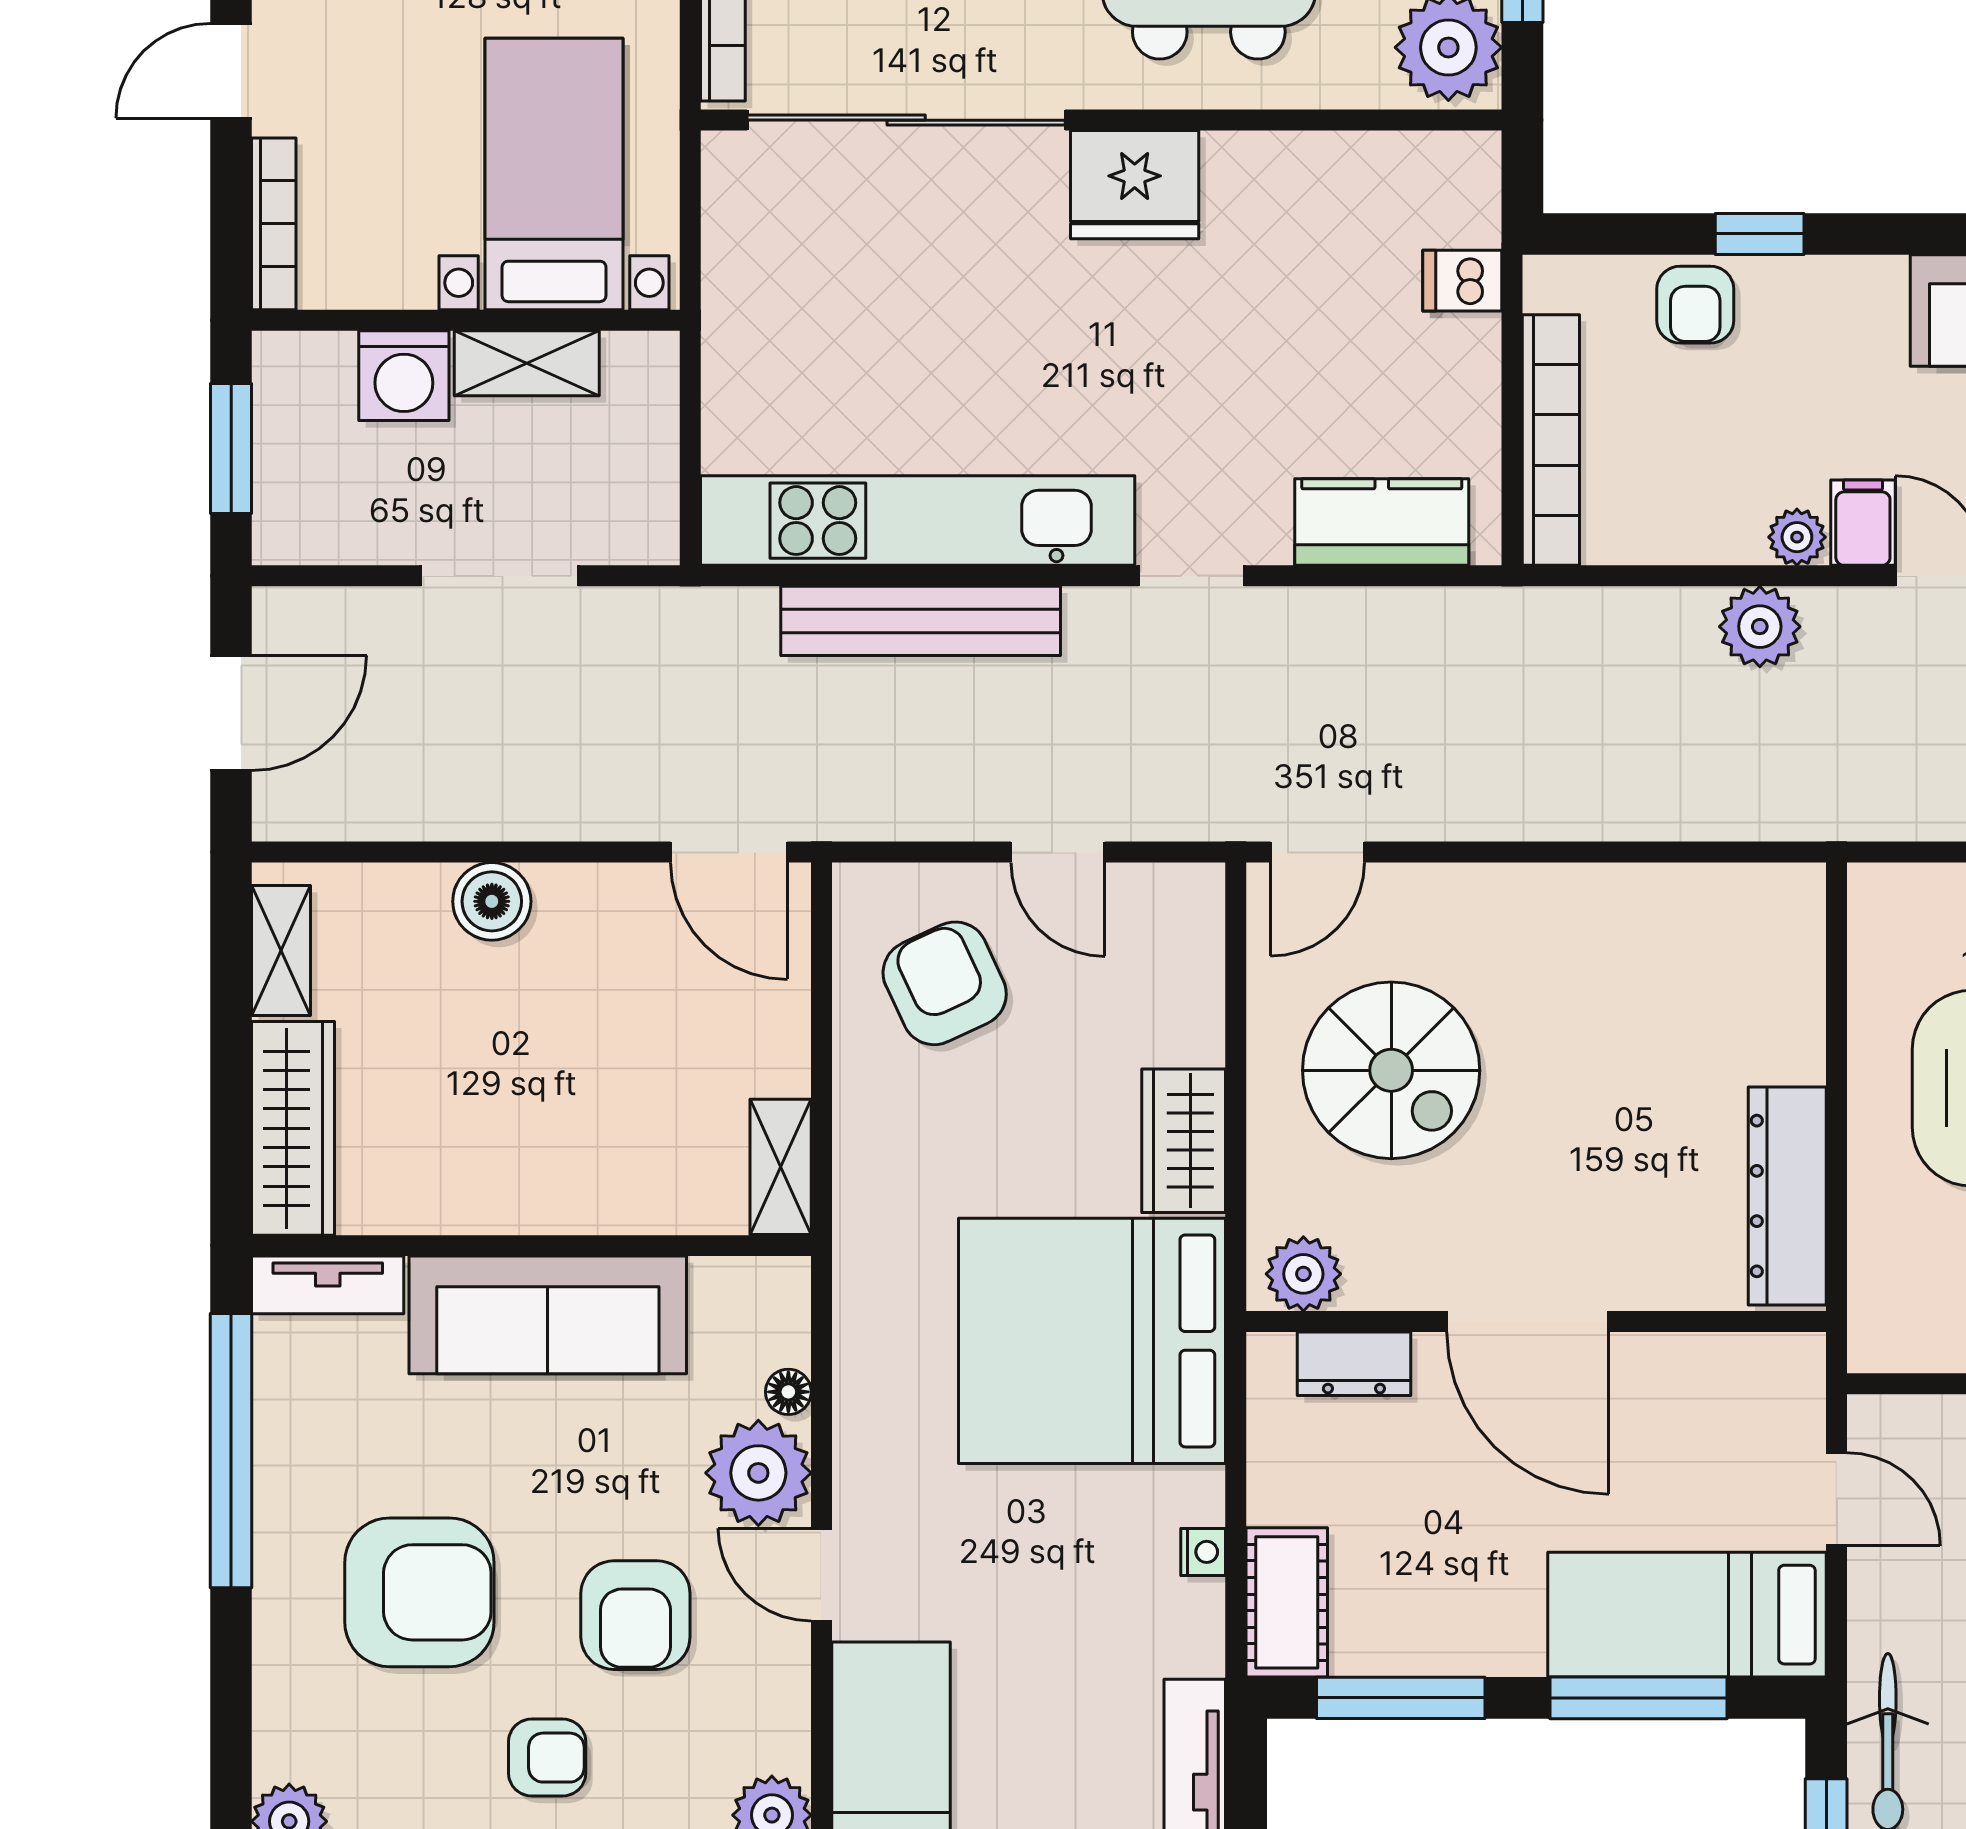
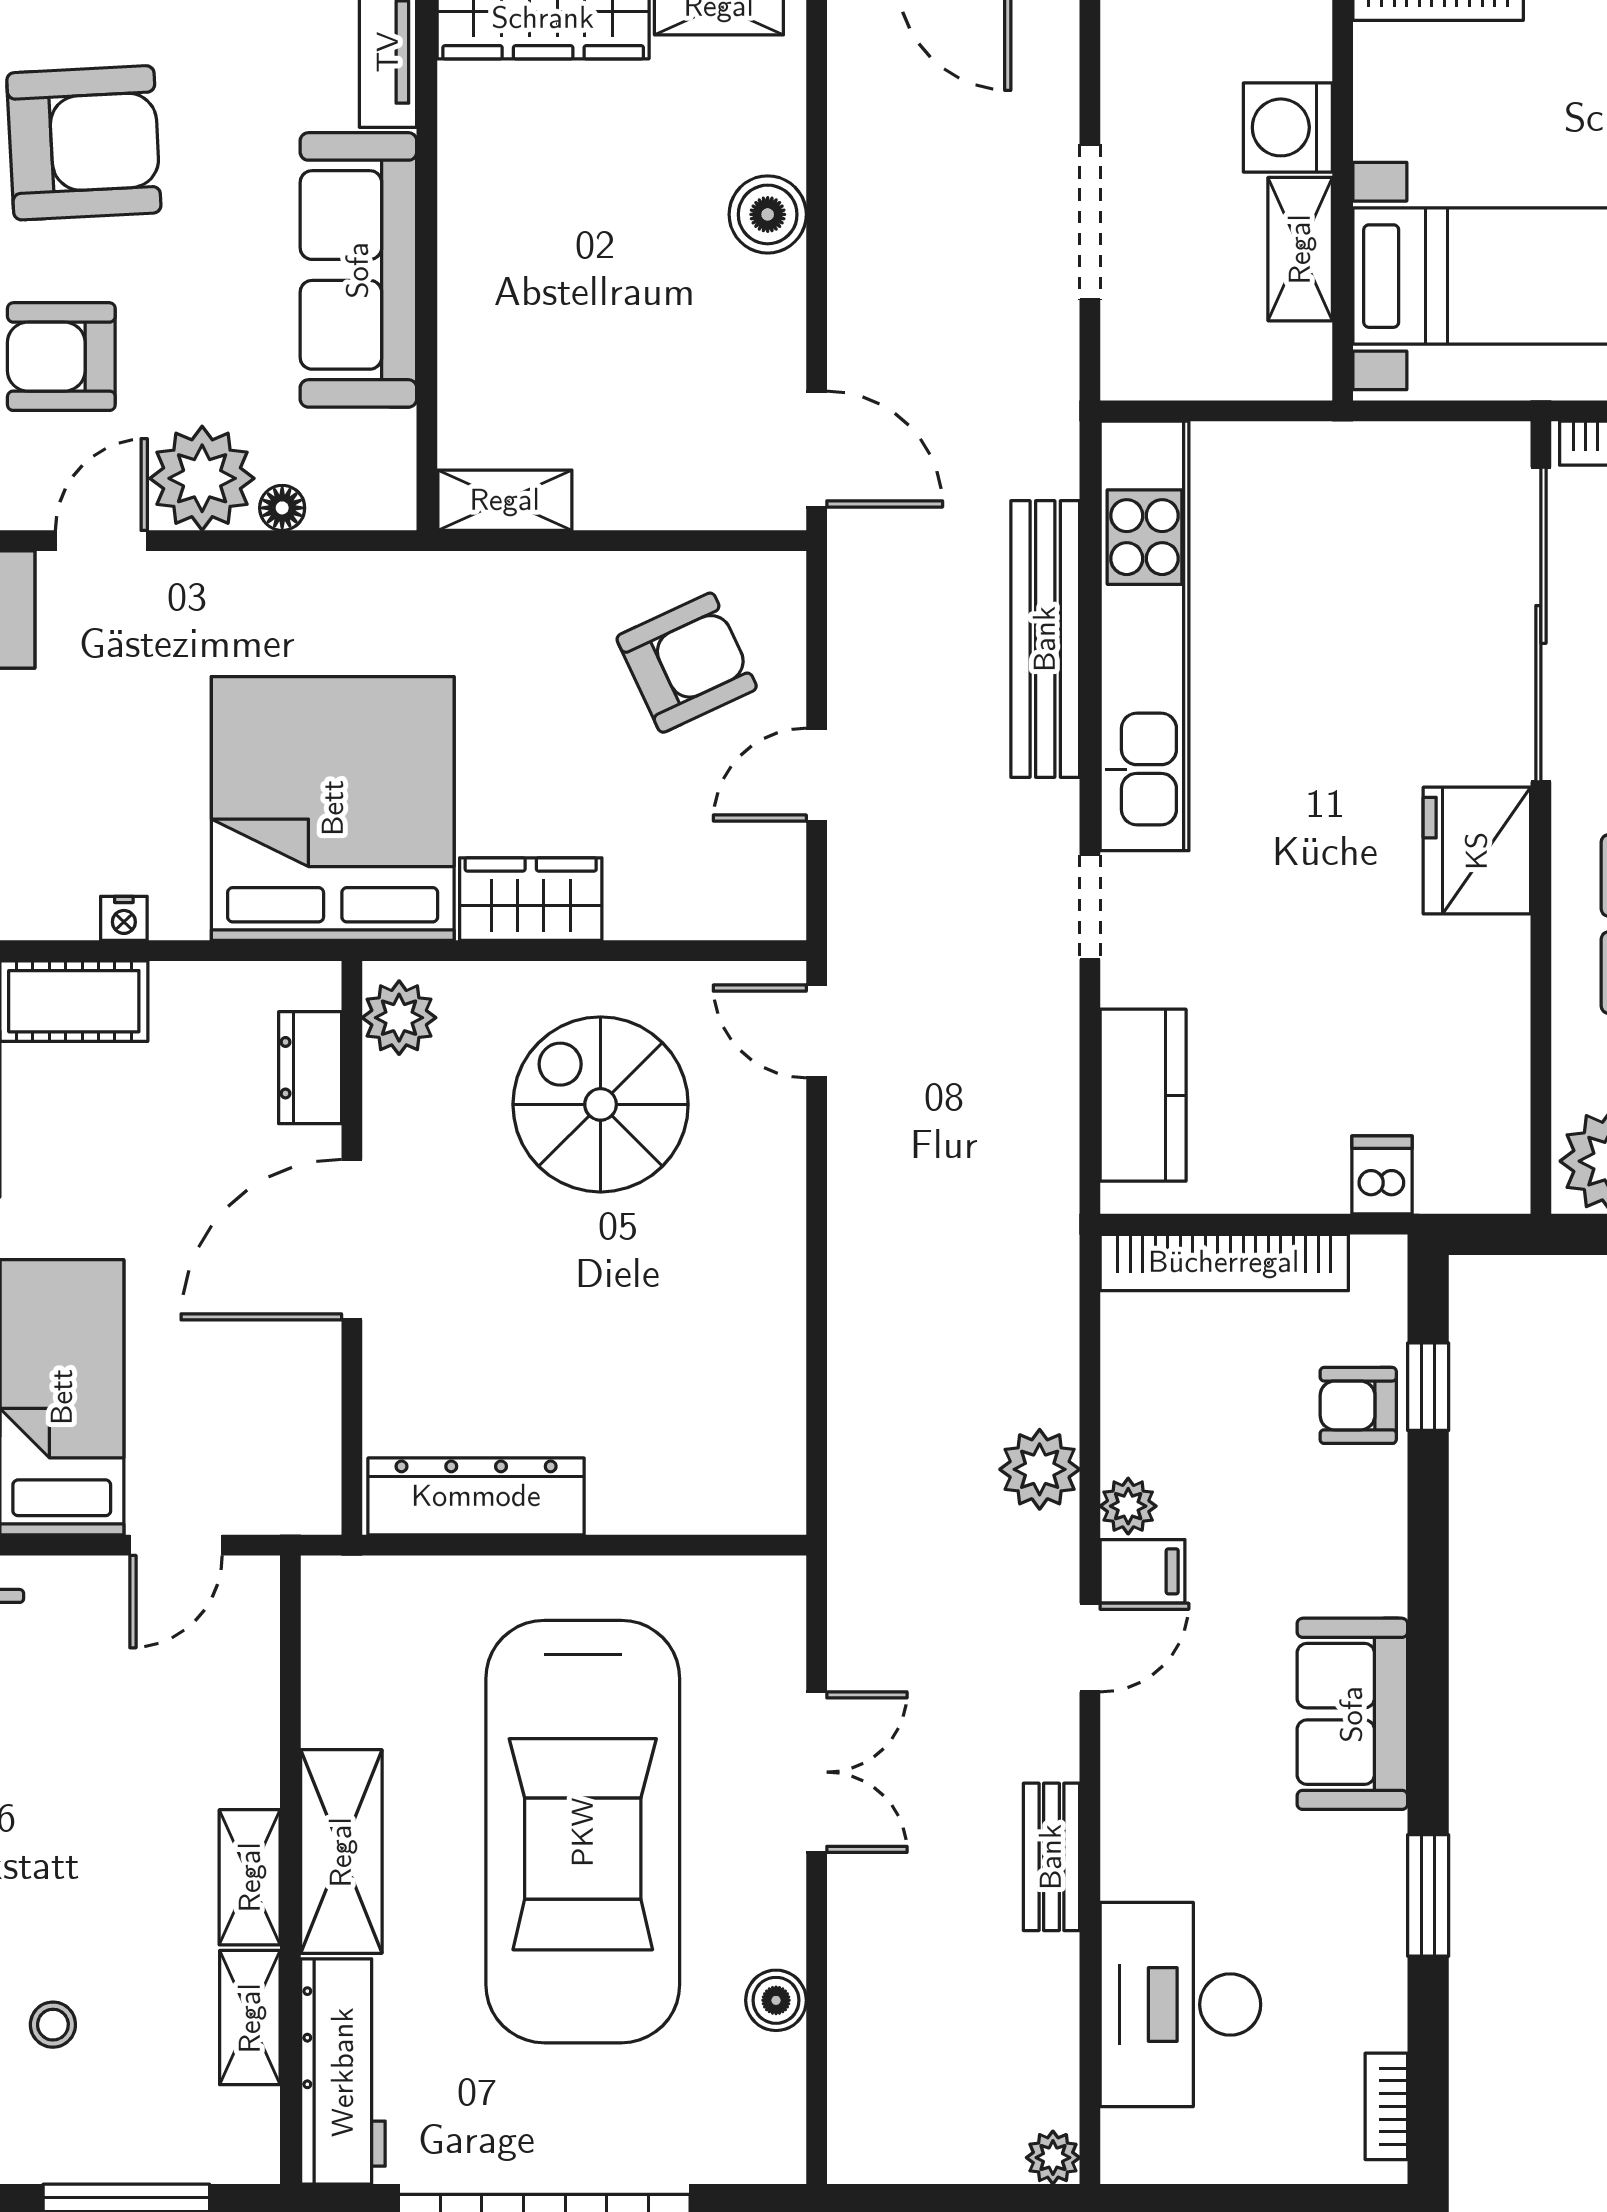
window: (1760, 234) -> (1428, 1387), moved
door: (729, 852) -> (817, 449), swing flipped
spiral stairs: (1391, 1070) -> (601, 1104), turned 90
armchair: (419, 1592) -> (84, 143), turned -93

